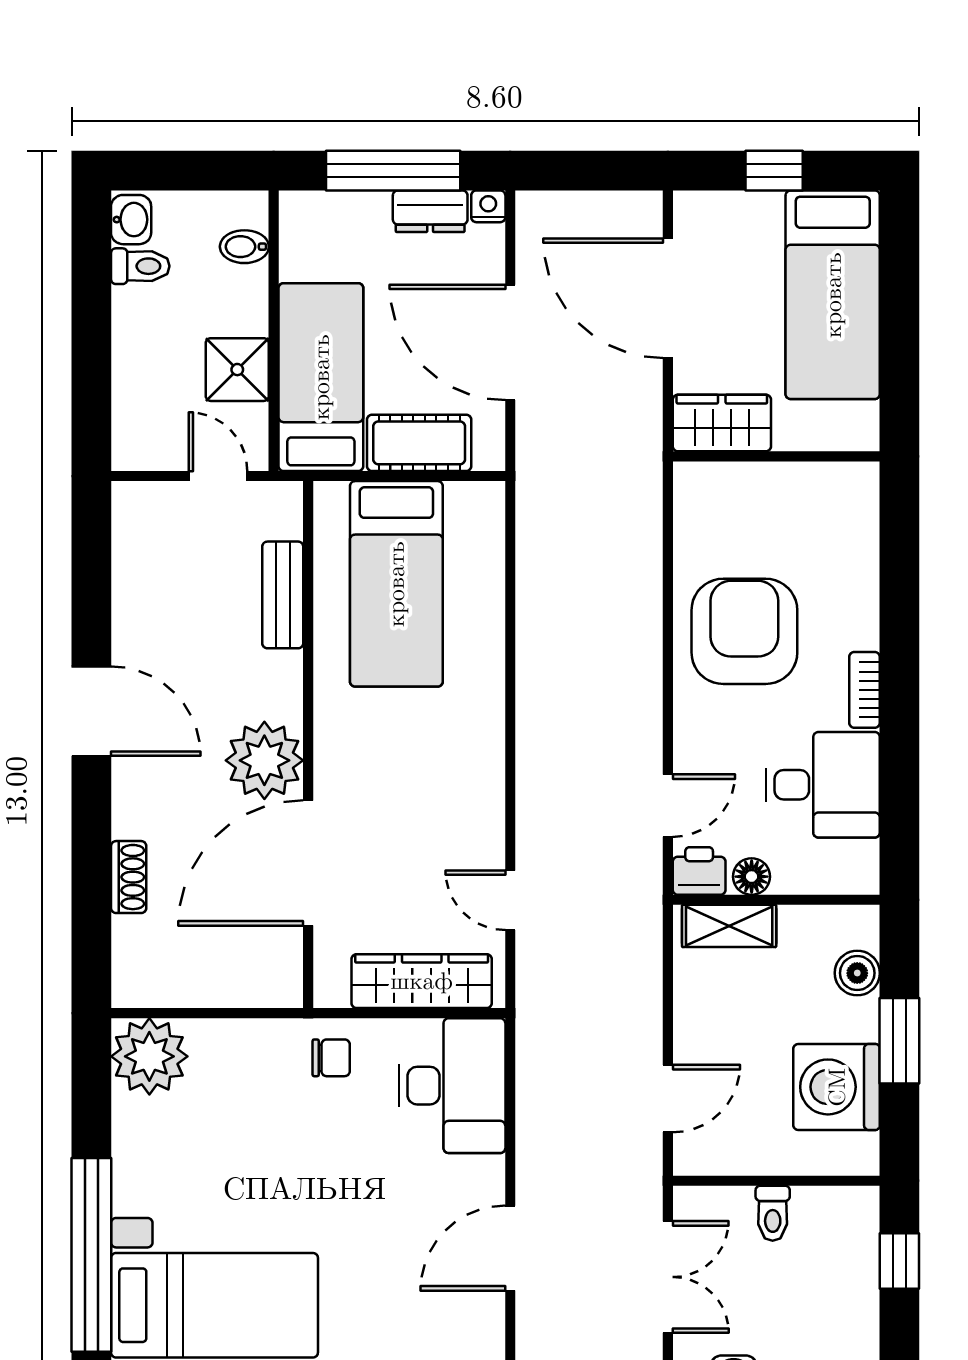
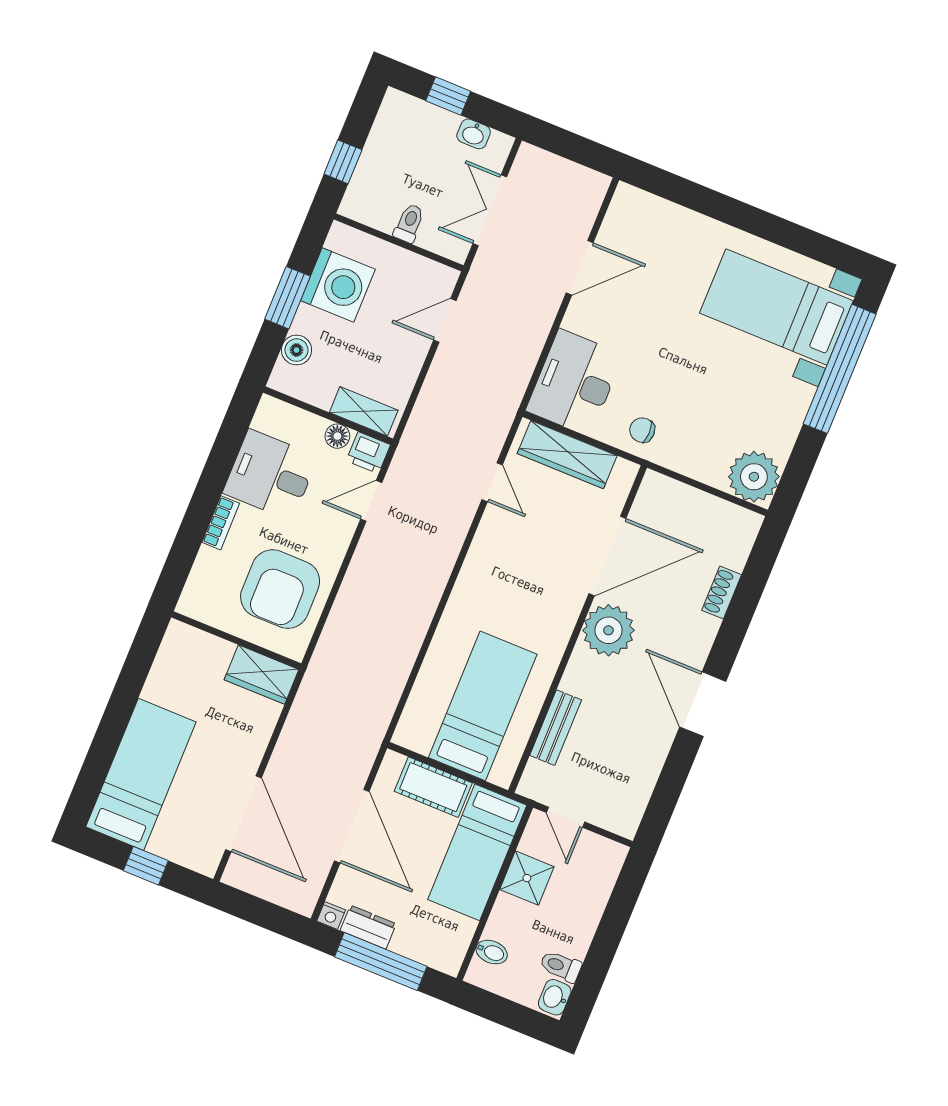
wardrobe: (722, 423) -> (261, 675), moved
wall: (776, 456) -> (236, 640), moved

